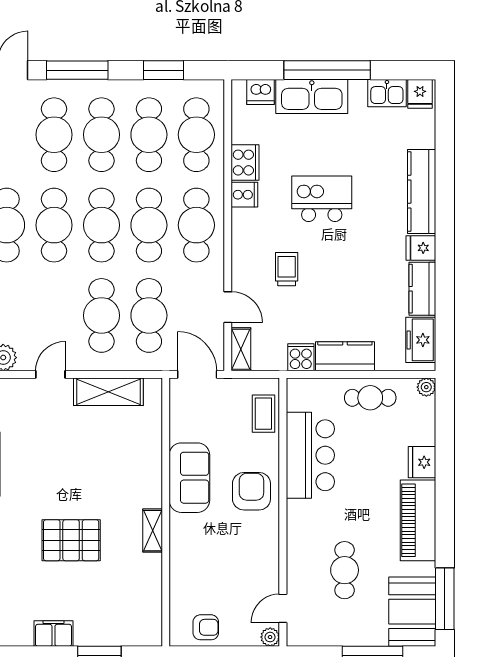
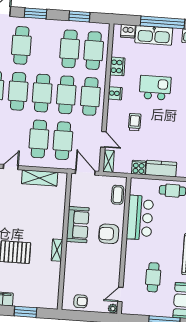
window: (77, 70) -> (36, 13), width x0.69
cafe table: (101, 135) -> (45, 47), removed
cooker: (244, 195) -> (115, 93), moved
armchair: (251, 491) -> (109, 234), turned -90

